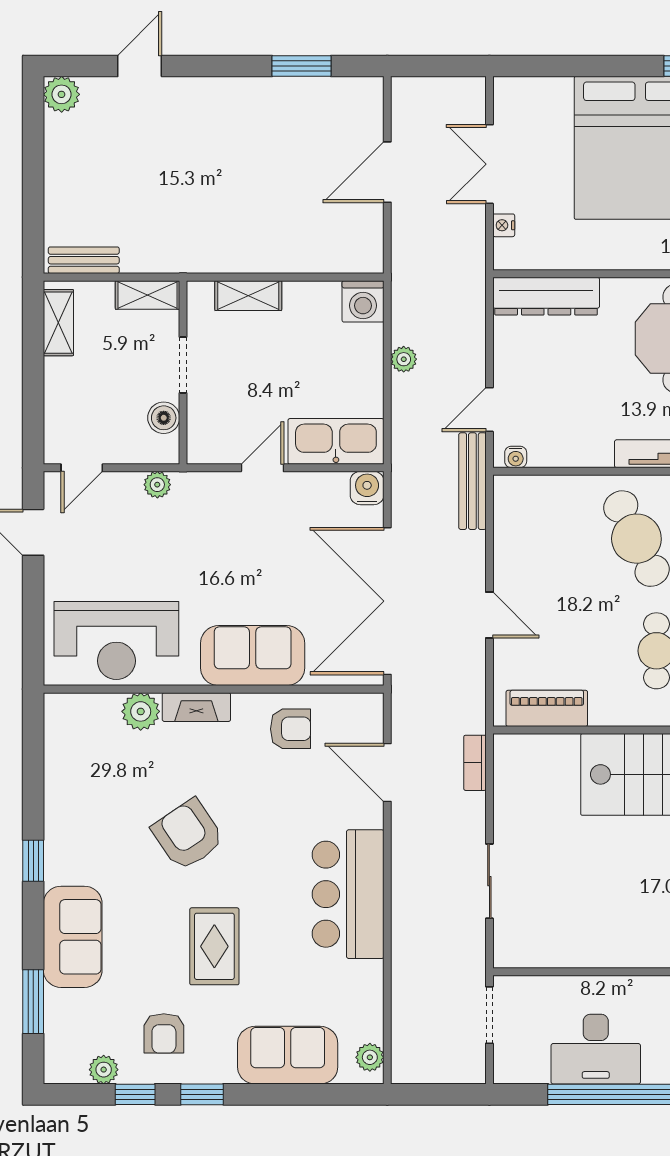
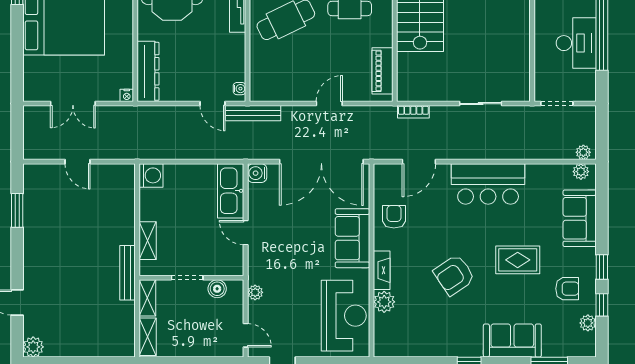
door: (387, 172) -> (77, 162), width x0.73
nightstand: (504, 225) -> (127, 95), moved
bench: (84, 260) -> (128, 273), moved, width x1.36
shelving: (58, 323) -> (148, 337), moved, turned 90
plant: (404, 359) -> (583, 152), moved

